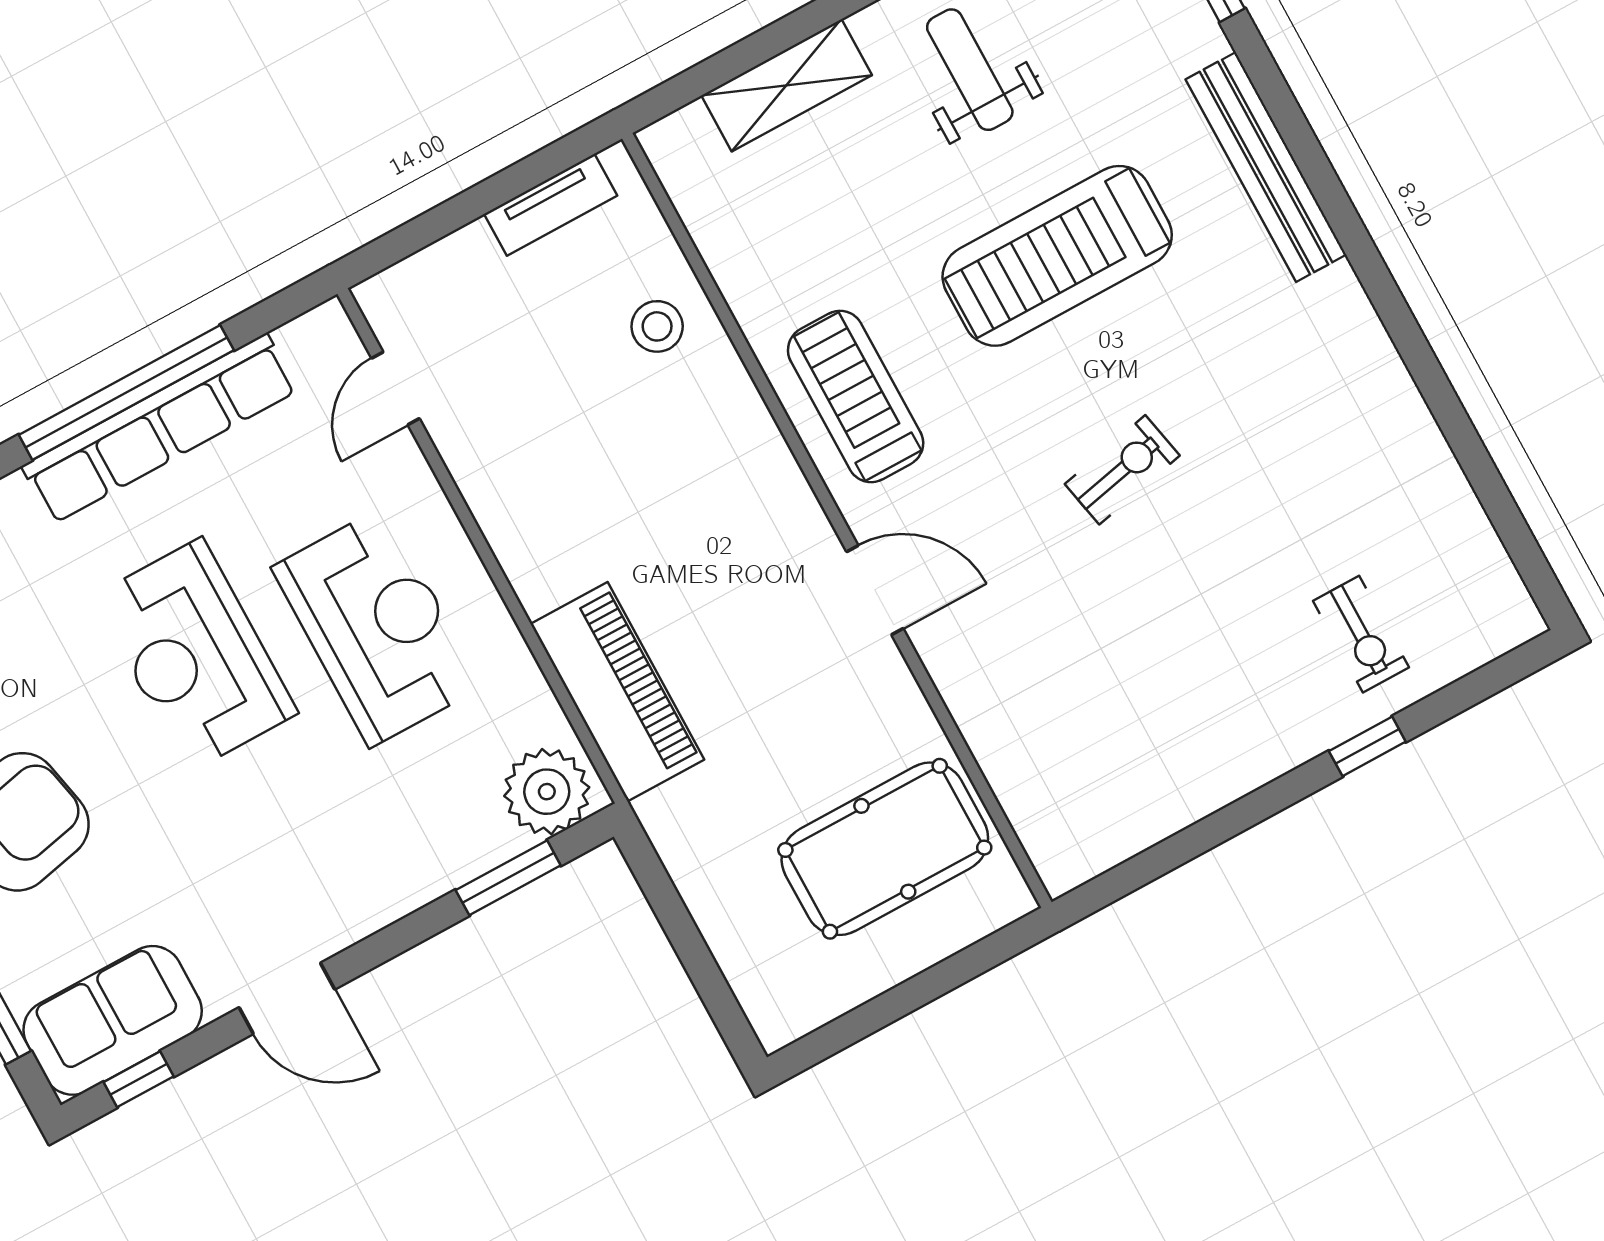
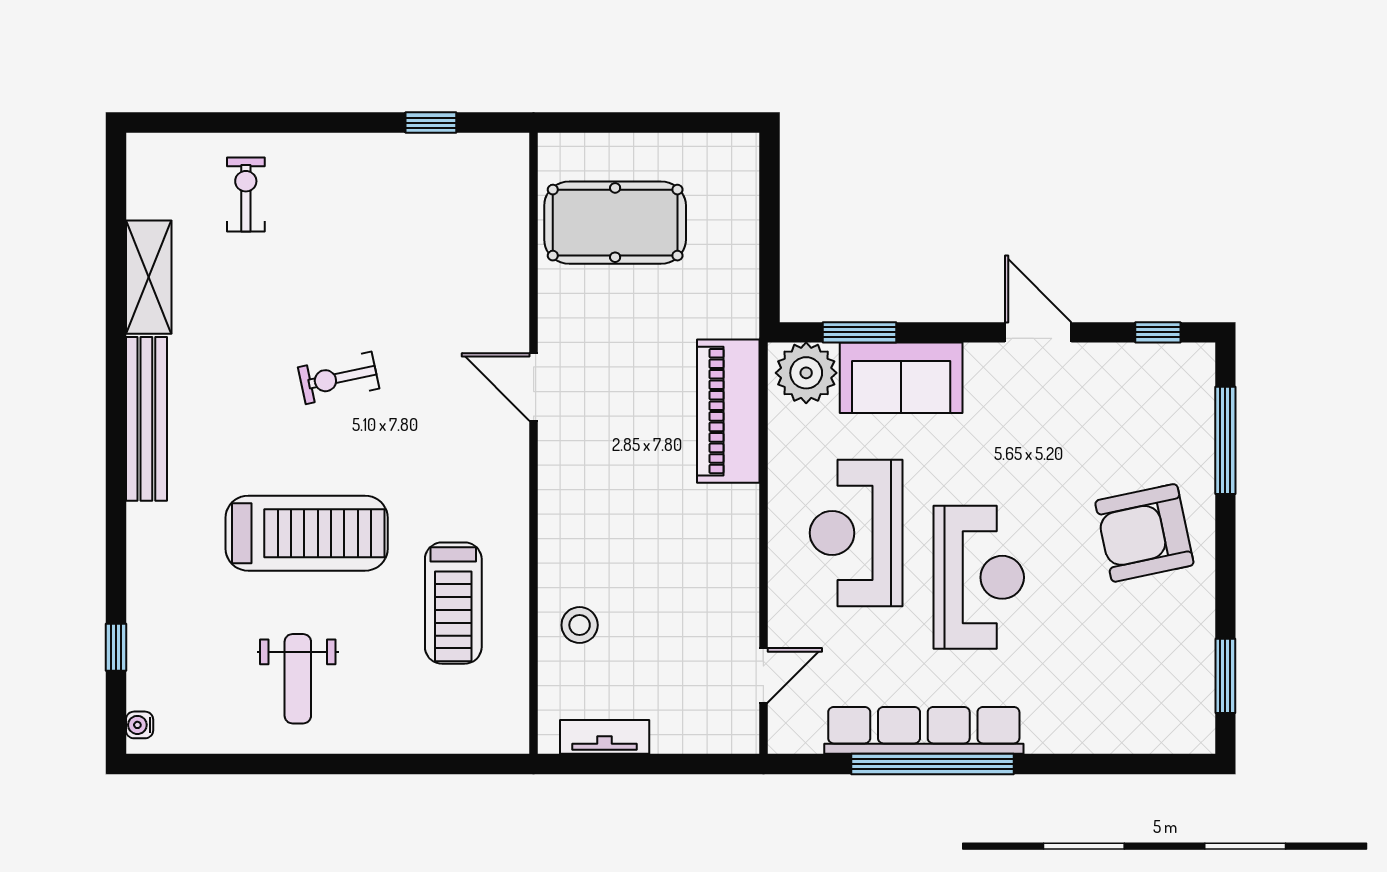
shelving: (787, 85) -> (149, 277), moved, turned 90
bench: (1266, 167) -> (146, 419), moved
treadmill: (856, 396) -> (453, 603), moved
window: (1367, 746) -> (431, 123), moved
sofa: (113, 1020) -> (901, 378), moved

